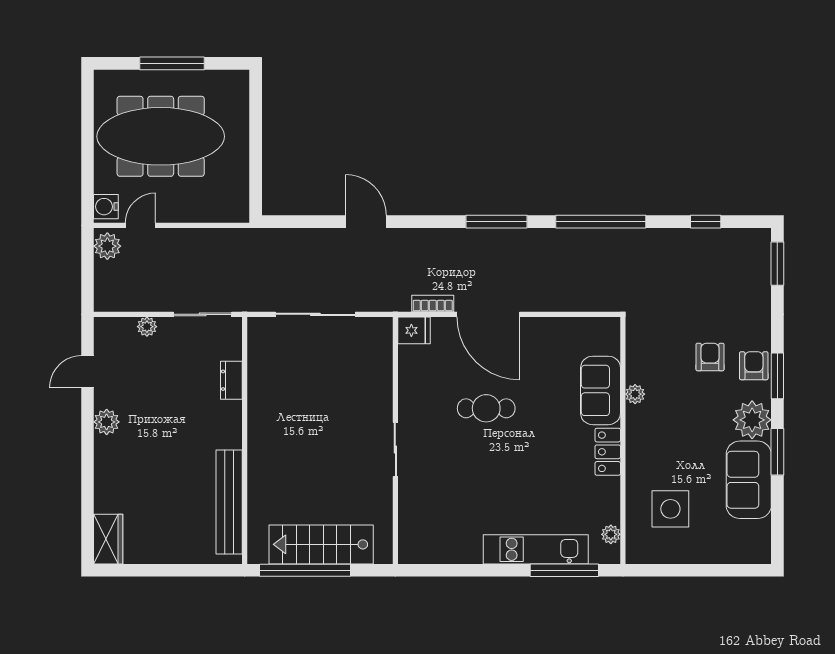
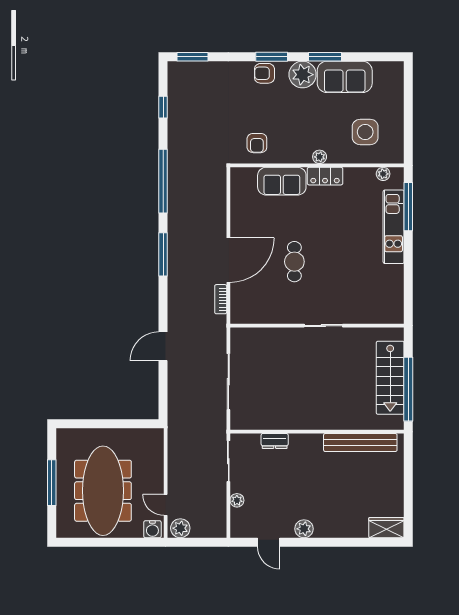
fridge: (414, 330) -> (240, 312), removed
armchair: (710, 357) -> (257, 143), moved, turned -90
plant: (635, 394) -> (320, 157), moved

